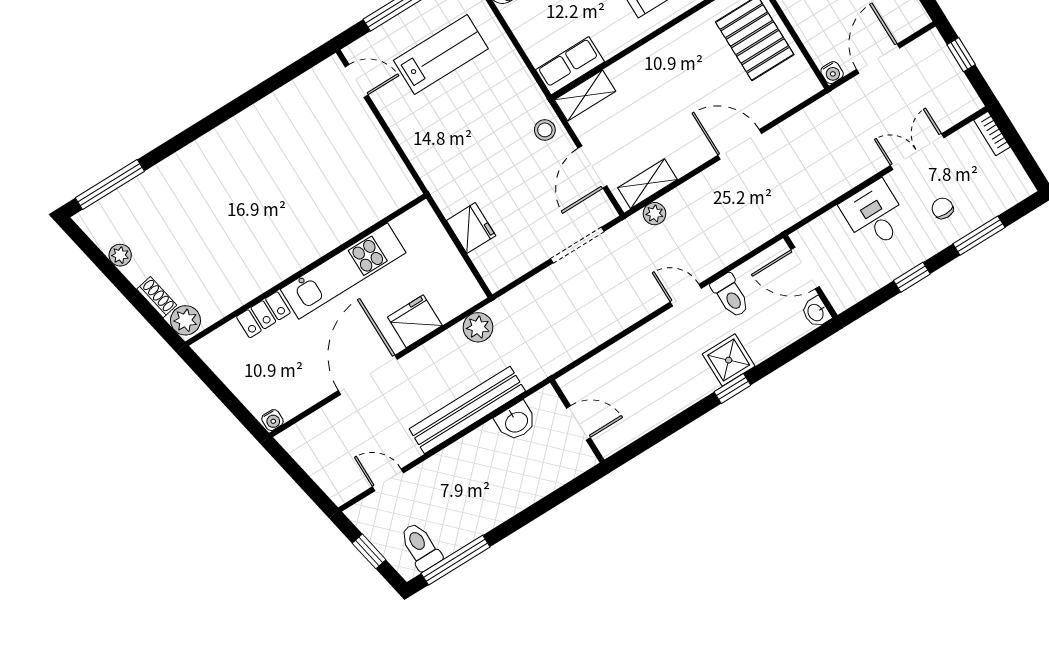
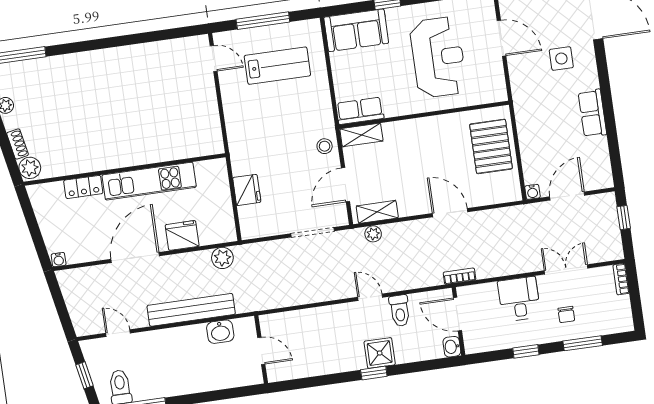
chair: (943, 208) -> (566, 314), turned 180
bookcase: (787, 219) -> (459, 276), added

